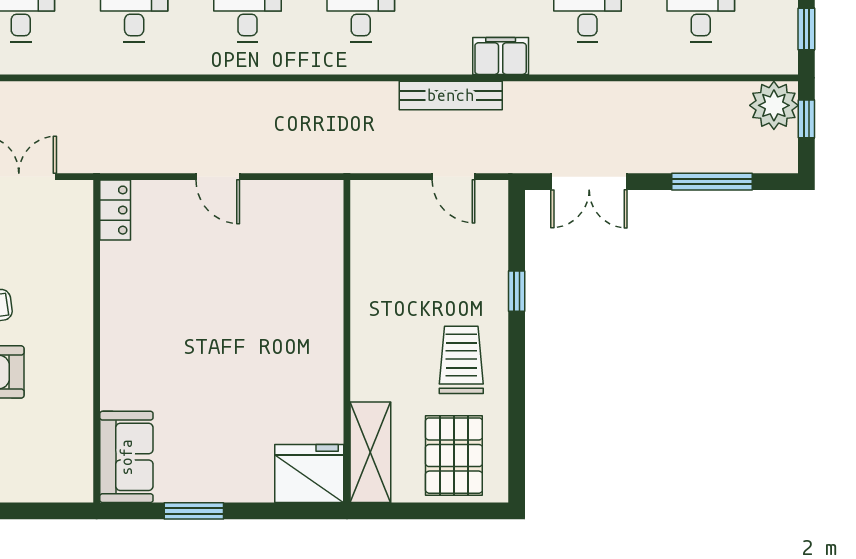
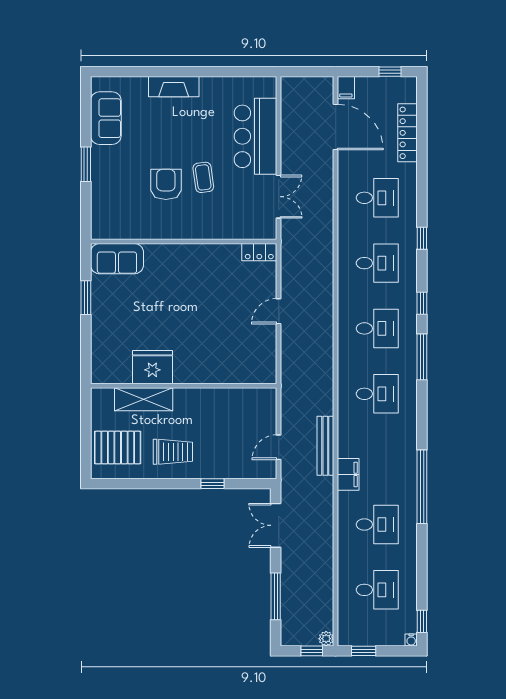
plant: (774, 105) -> (326, 639), width x0.53, depth x0.53
shelving: (370, 452) -> (144, 399), moved
fridge: (309, 474) -> (152, 367), moved, turned -90

